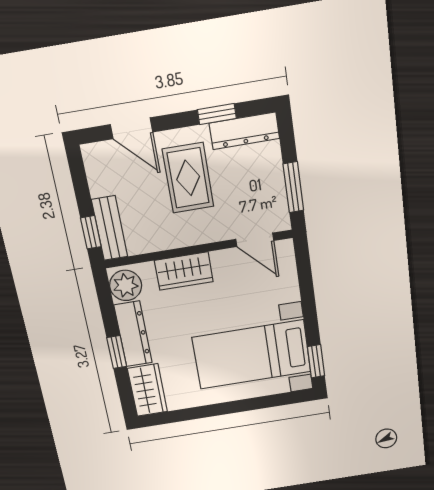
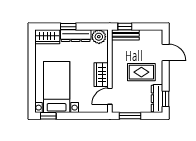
window: (217, 114) -> (166, 99), moved
door: (132, 128) -> (166, 52), swing flipped
wardrobe: (184, 271) -> (101, 75), moved

